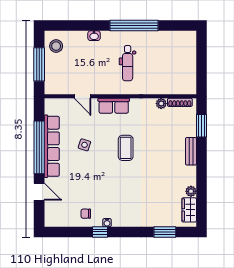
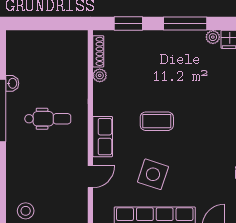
washbasin: (94, 36) -> (12, 83), moved
side table: (84, 145) -> (153, 174), width x1.87, depth x1.87
bench: (191, 151) -> (161, 37), removed
window: (201, 170) -> (185, 23), added

